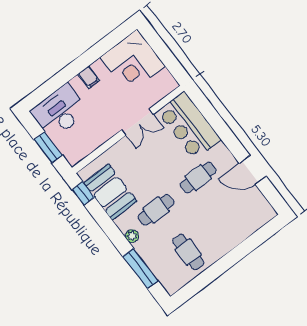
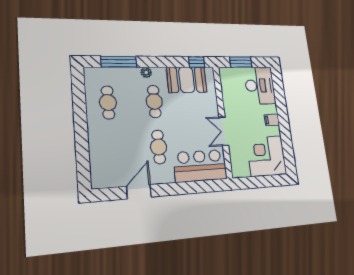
cafe table: (188, 252) -> (108, 102), turned 90

